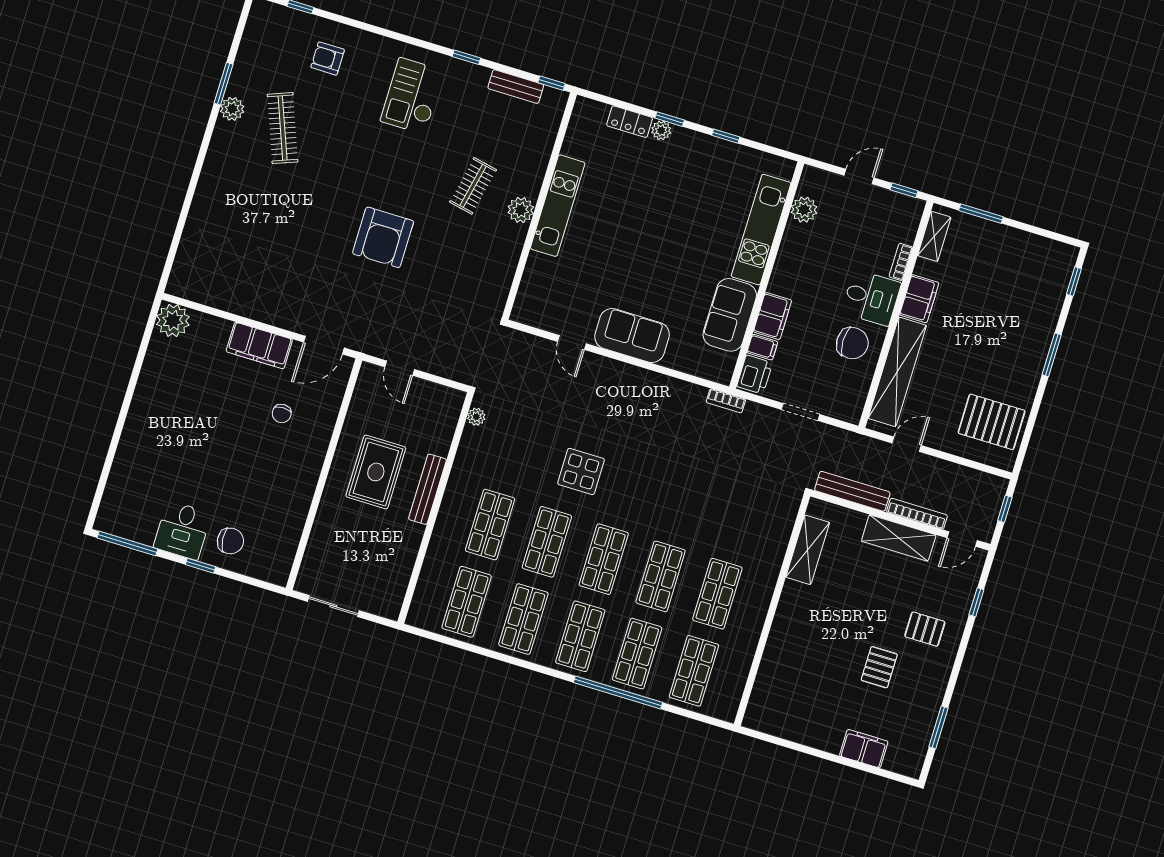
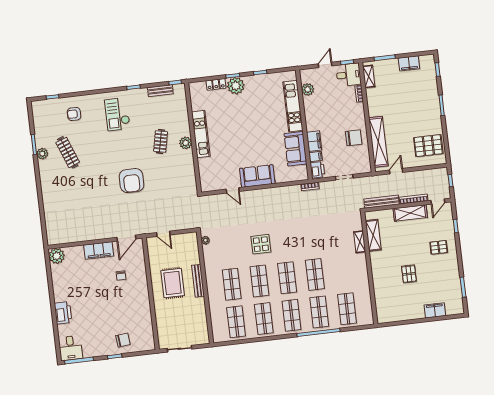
plant: (661, 130) -> (236, 86), width x1.87, depth x1.87
desk: (871, 298) -> (349, 75), moved
filing cabinet: (919, 299) -> (409, 63), moved, turned 90
printer: (137, 437) -> (63, 313), added
desk: (182, 530) -> (71, 348), moved
shelving: (776, 551) -> (360, 242), added
shop shelf: (717, 594) -> (343, 271), removed
pallet: (879, 667) -> (409, 274), moved

